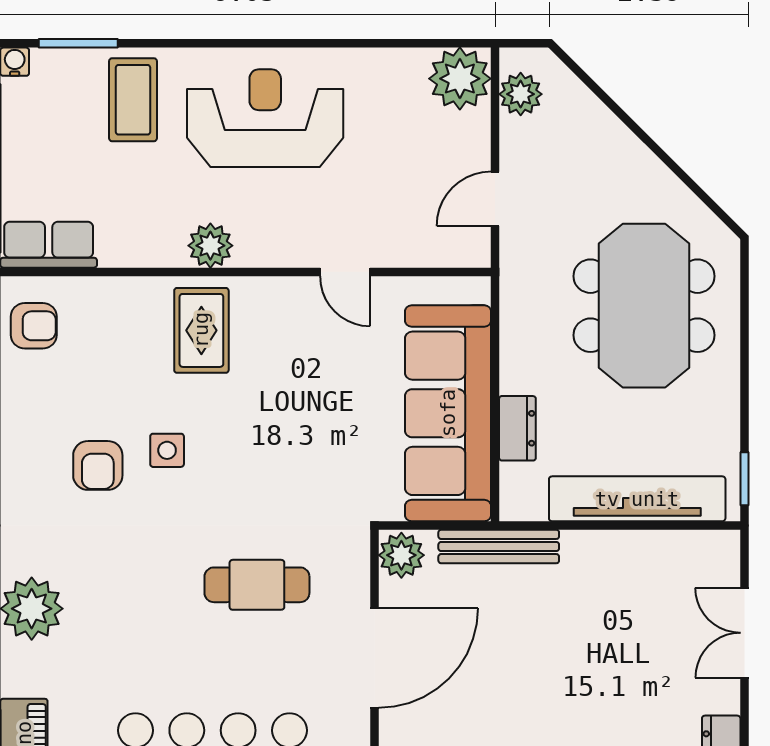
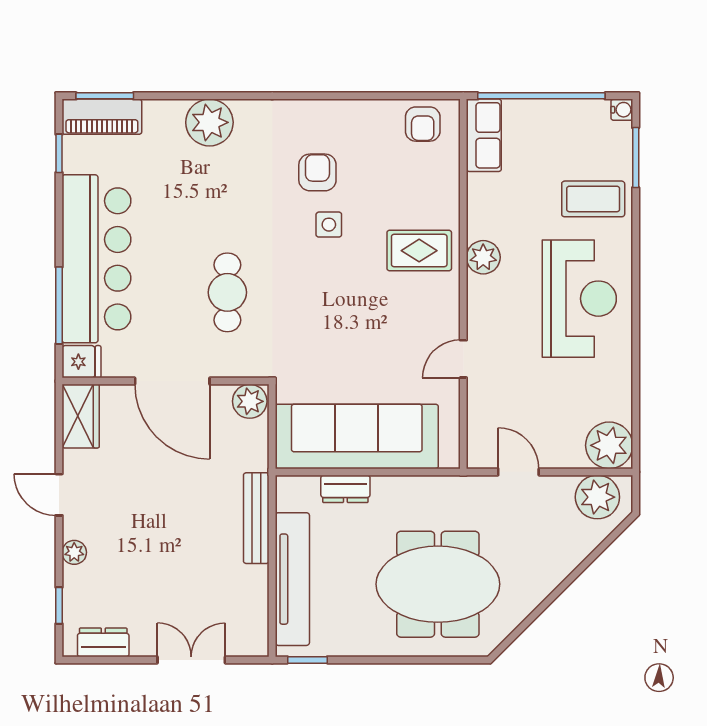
plant: (521, 94) -> (597, 497), width x1.36, depth x1.36
armchair: (98, 465) -> (317, 172), turned 90
bench: (499, 547) -> (256, 518), moved

